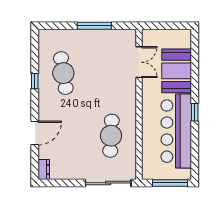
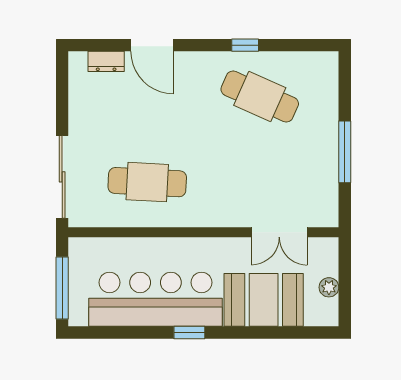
plant: (170, 34) -> (329, 287), added
cafe table: (63, 73) -> (260, 97), turned 33
dresser: (44, 170) -> (106, 61), moved

